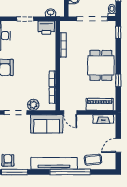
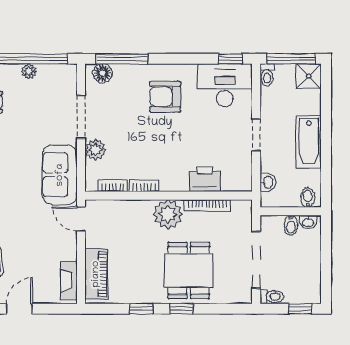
printer: (46, 28) -> (205, 179), moved, turned 90
window: (118, 32) -> (182, 309), moved
dining table: (101, 65) -> (189, 270), moved, turned 90
plant: (68, 66) -> (168, 214), added
door: (70, 112) -> (81, 219), hinge flipped
door: (118, 145) -> (19, 309), hinge flipped

